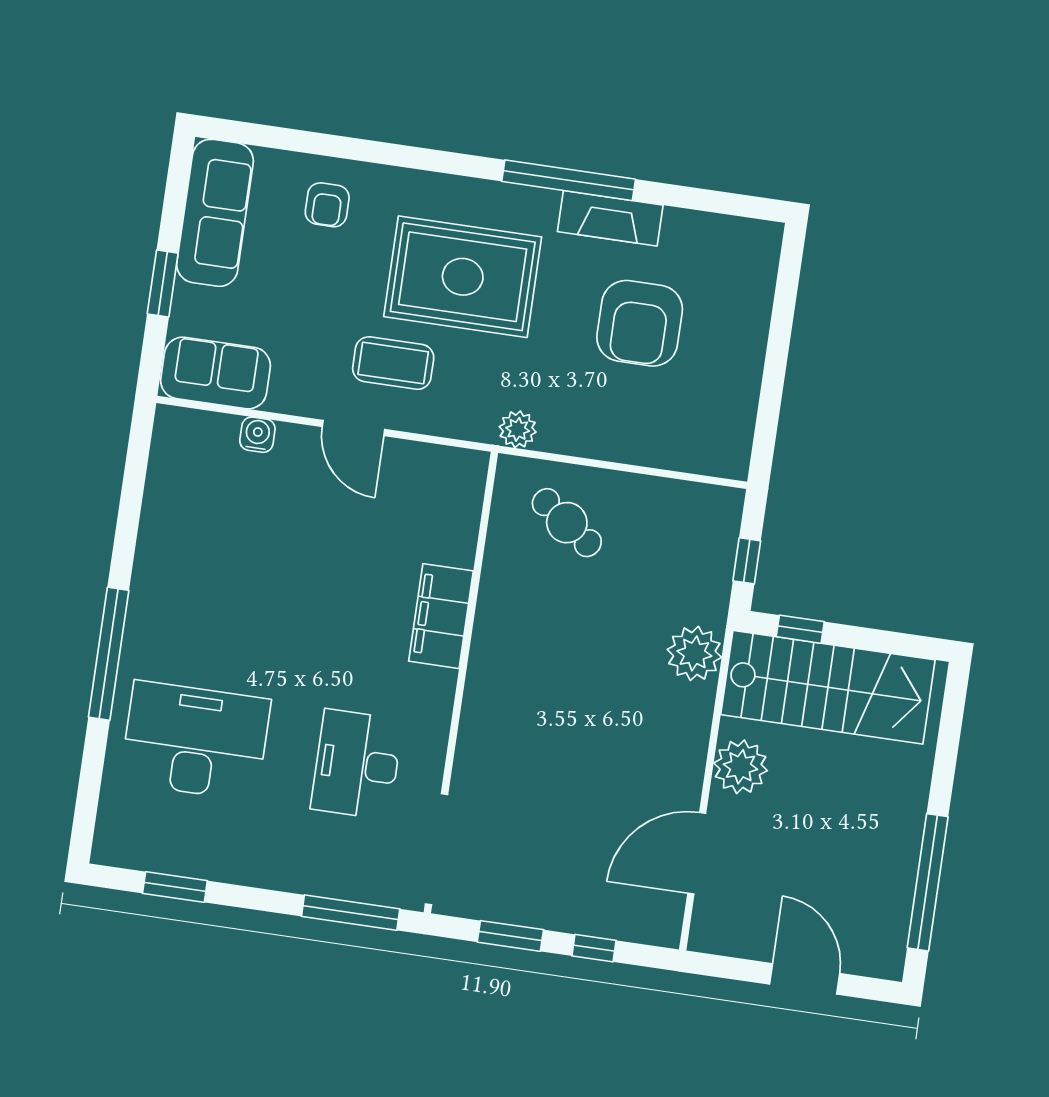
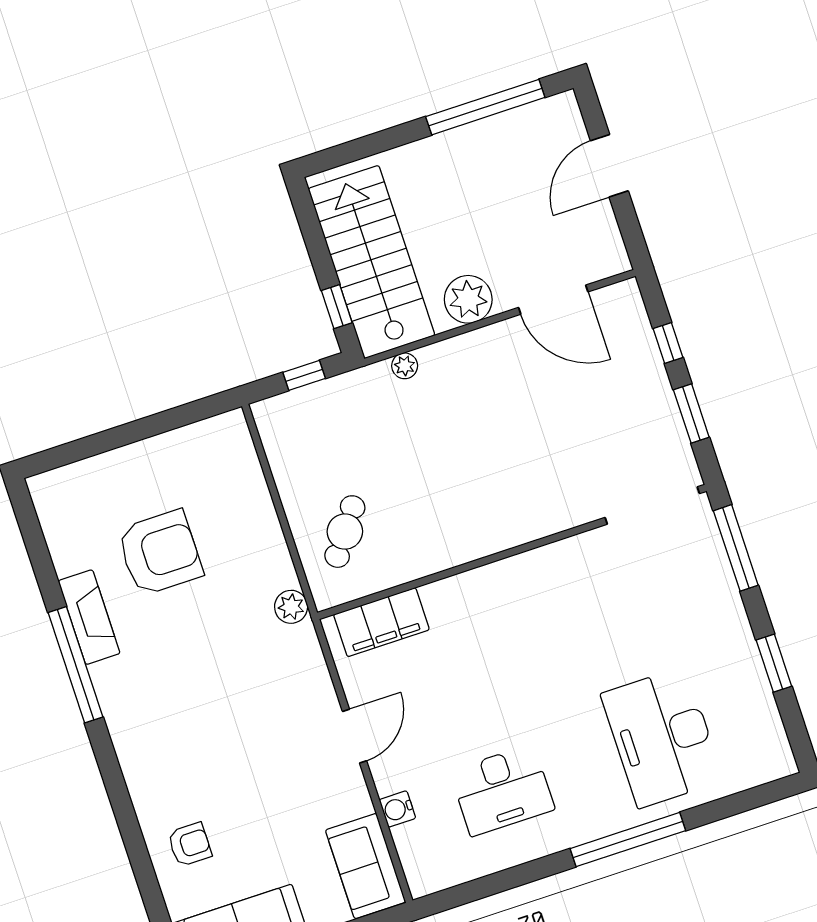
rug: (463, 277) -> (193, 710), removed
coffee table: (393, 363) -> (288, 731), removed
filing cabinet: (441, 616) -> (381, 622), moved
plant: (694, 653) -> (405, 366), width x0.53, depth x0.53
desk: (357, 764) -> (502, 790), moved
window: (175, 887) -> (774, 663), moved

